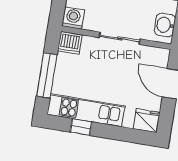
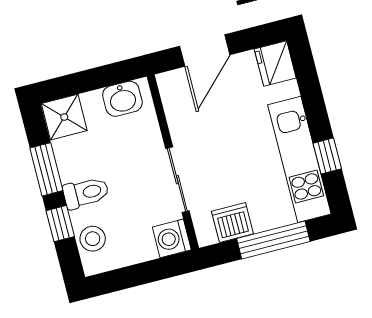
sliding door: (120, 38) -> (177, 180), moved
dishwasher: (70, 43) -> (232, 222), moved, turned -90

